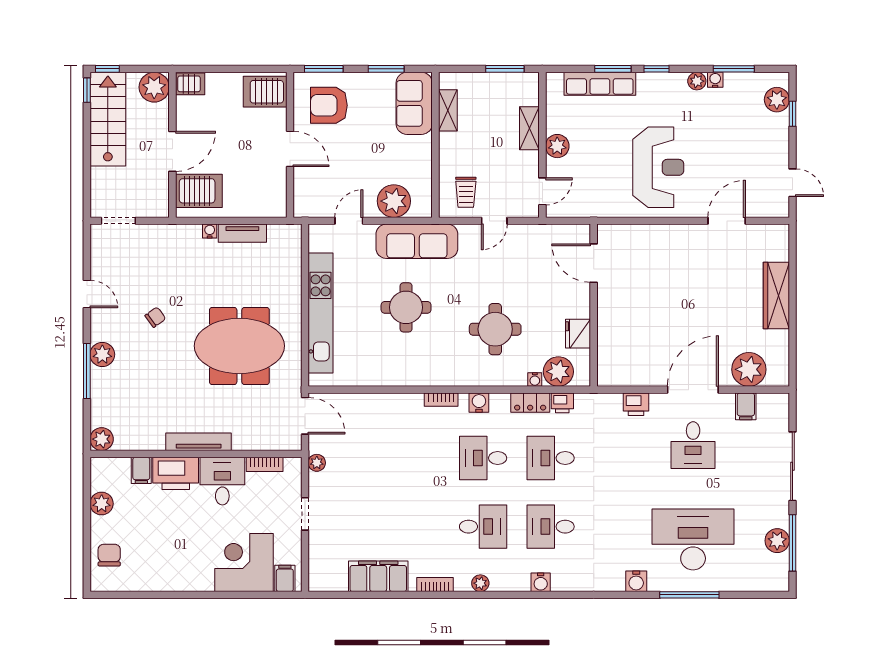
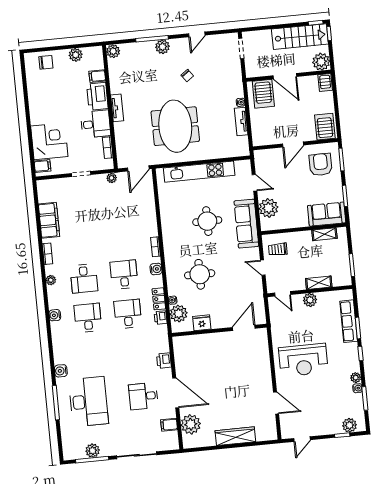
tv unit: (199, 442) -> (117, 108), width x0.71

